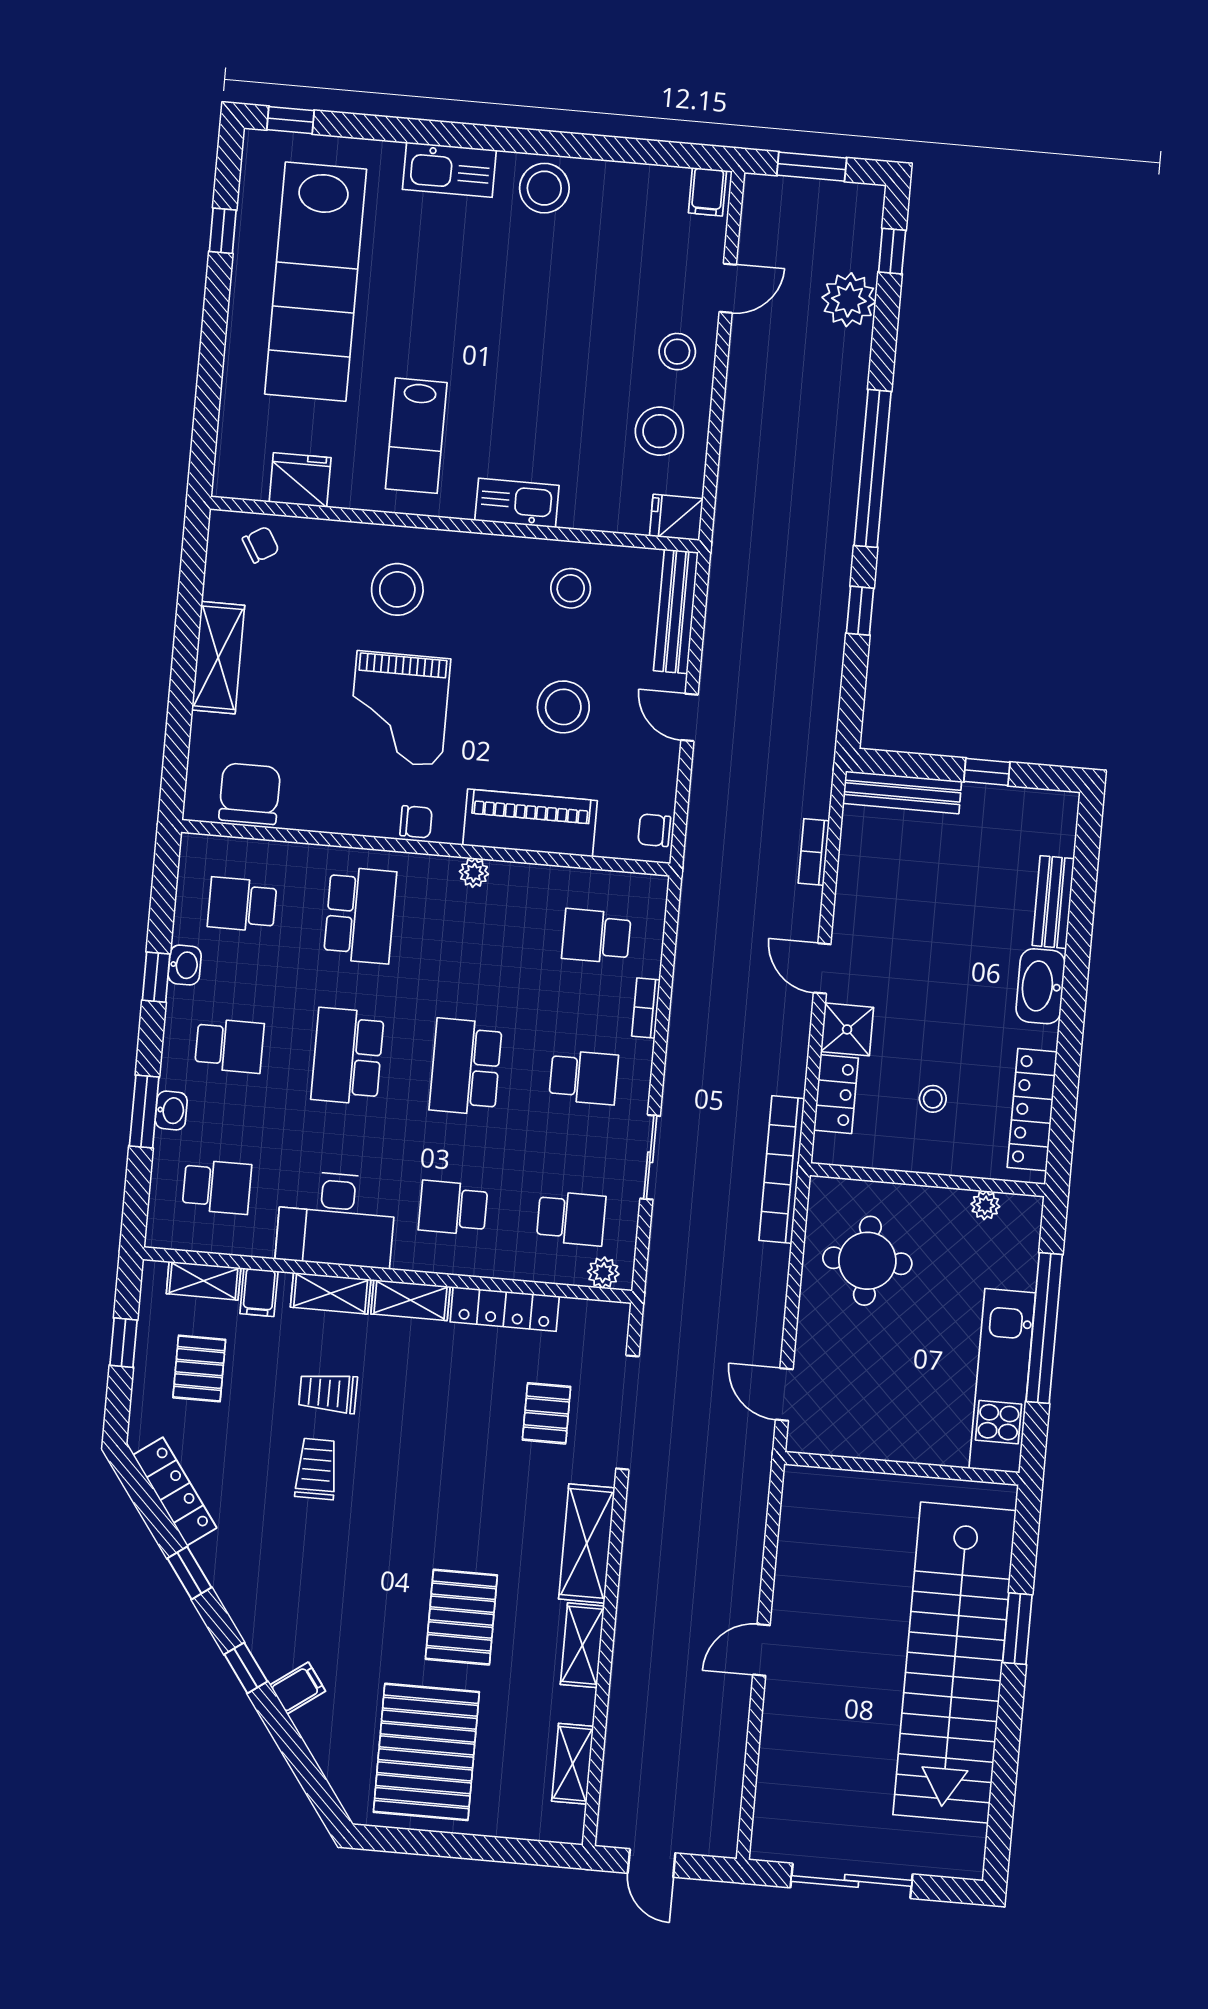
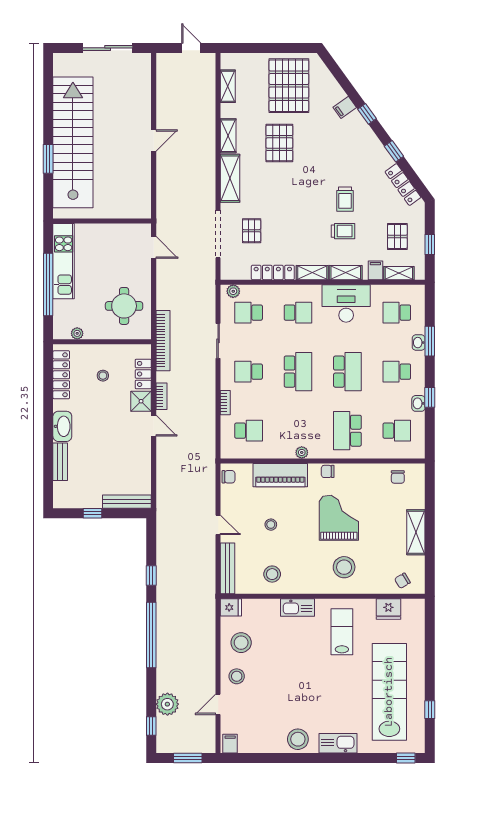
stool: (563, 707) -> (271, 525), width x0.53, depth x0.53
chair: (250, 794) -> (398, 477), width x0.54, depth x0.54
bookcase: (814, 852) -> (161, 396), moved

